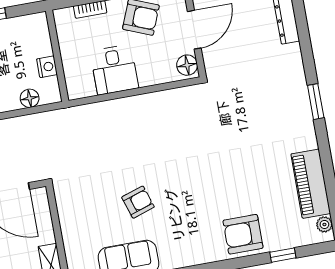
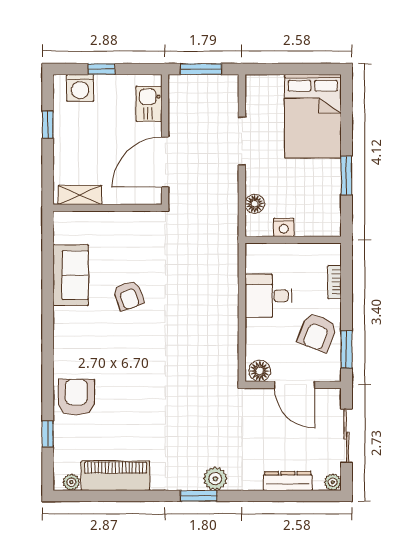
plant: (297, 89) -> (215, 479), added

